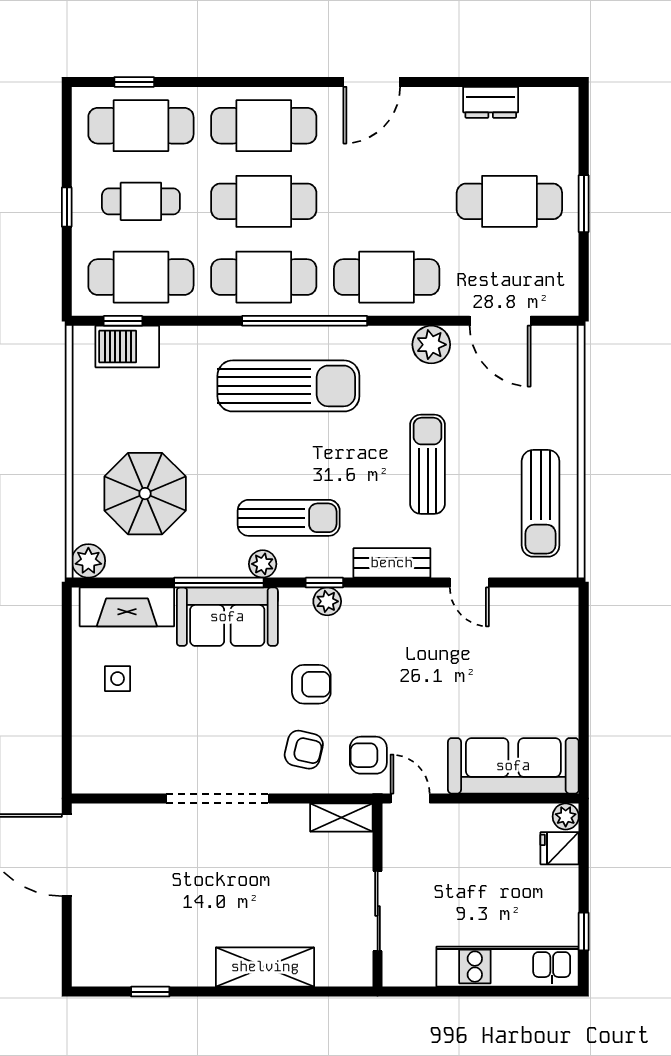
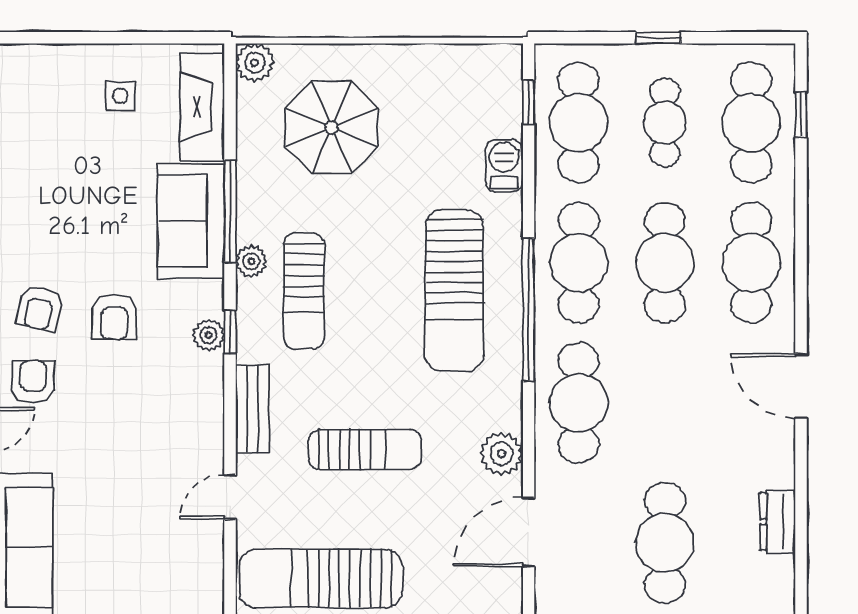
barbecue: (127, 347) -> (504, 166), moved, width x0.73, depth x0.79
sun lounger: (541, 503) -> (320, 578), width x1.36, depth x1.34

